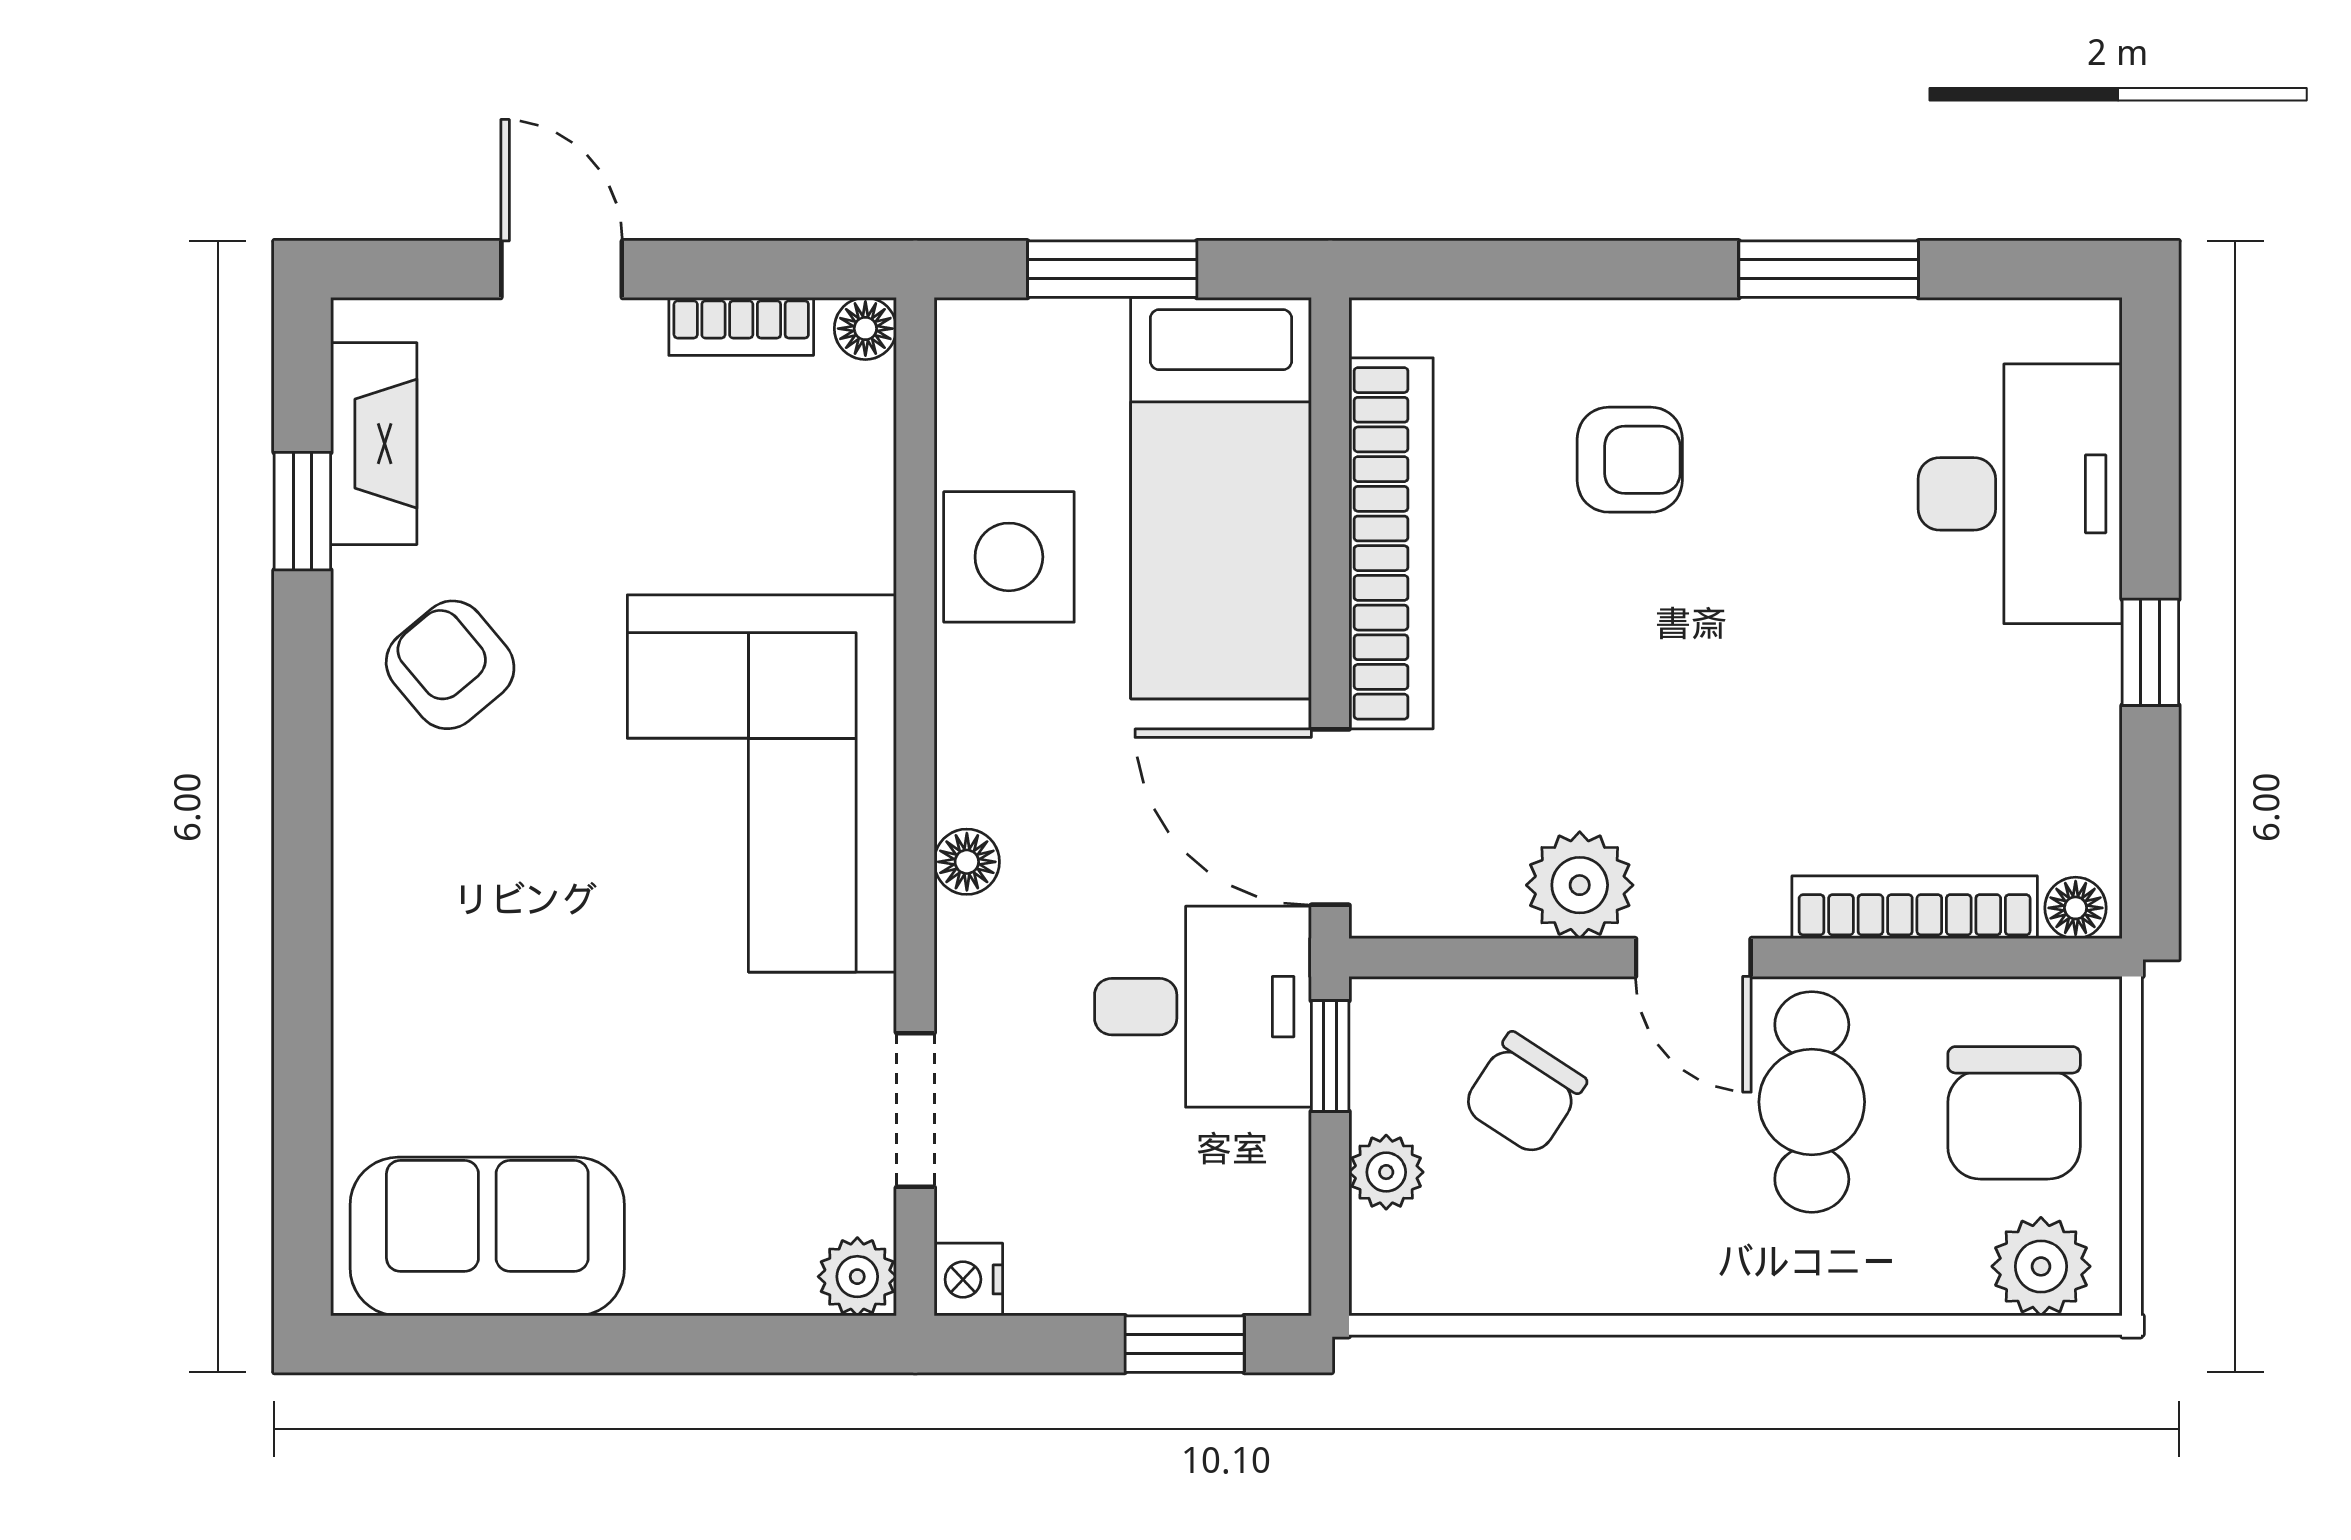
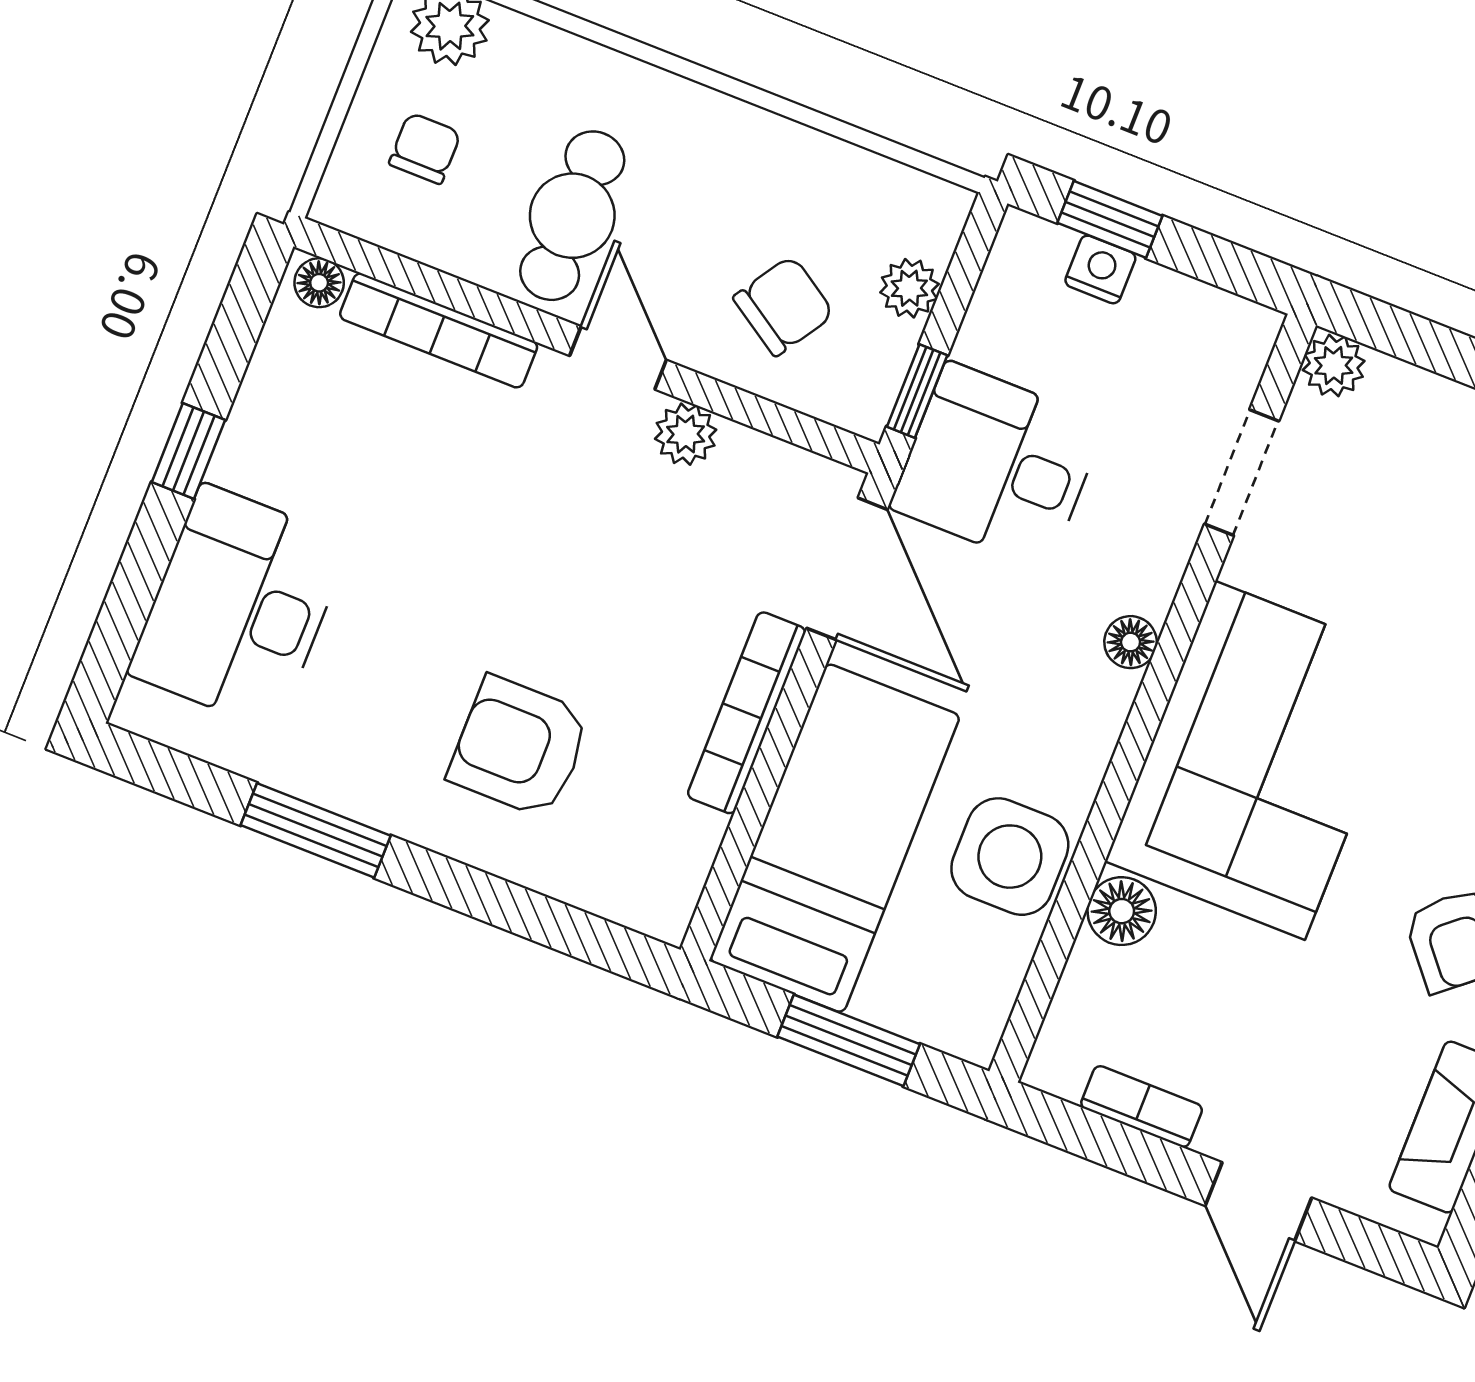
floor lamp: (865, 329) -> (1122, 911), moved, width x1.37, depth x1.37
armchair: (1630, 460) -> (519, 747), width x1.38, depth x1.38
bookcase: (1391, 543) -> (747, 713), width x0.68, depth x0.76
plant: (1580, 885) -> (686, 434), width x0.73, depth x0.73
chair: (2014, 1113) -> (425, 148), width x0.54, depth x0.54
nightstand: (968, 1279) -> (1100, 269), moved, turned -90

